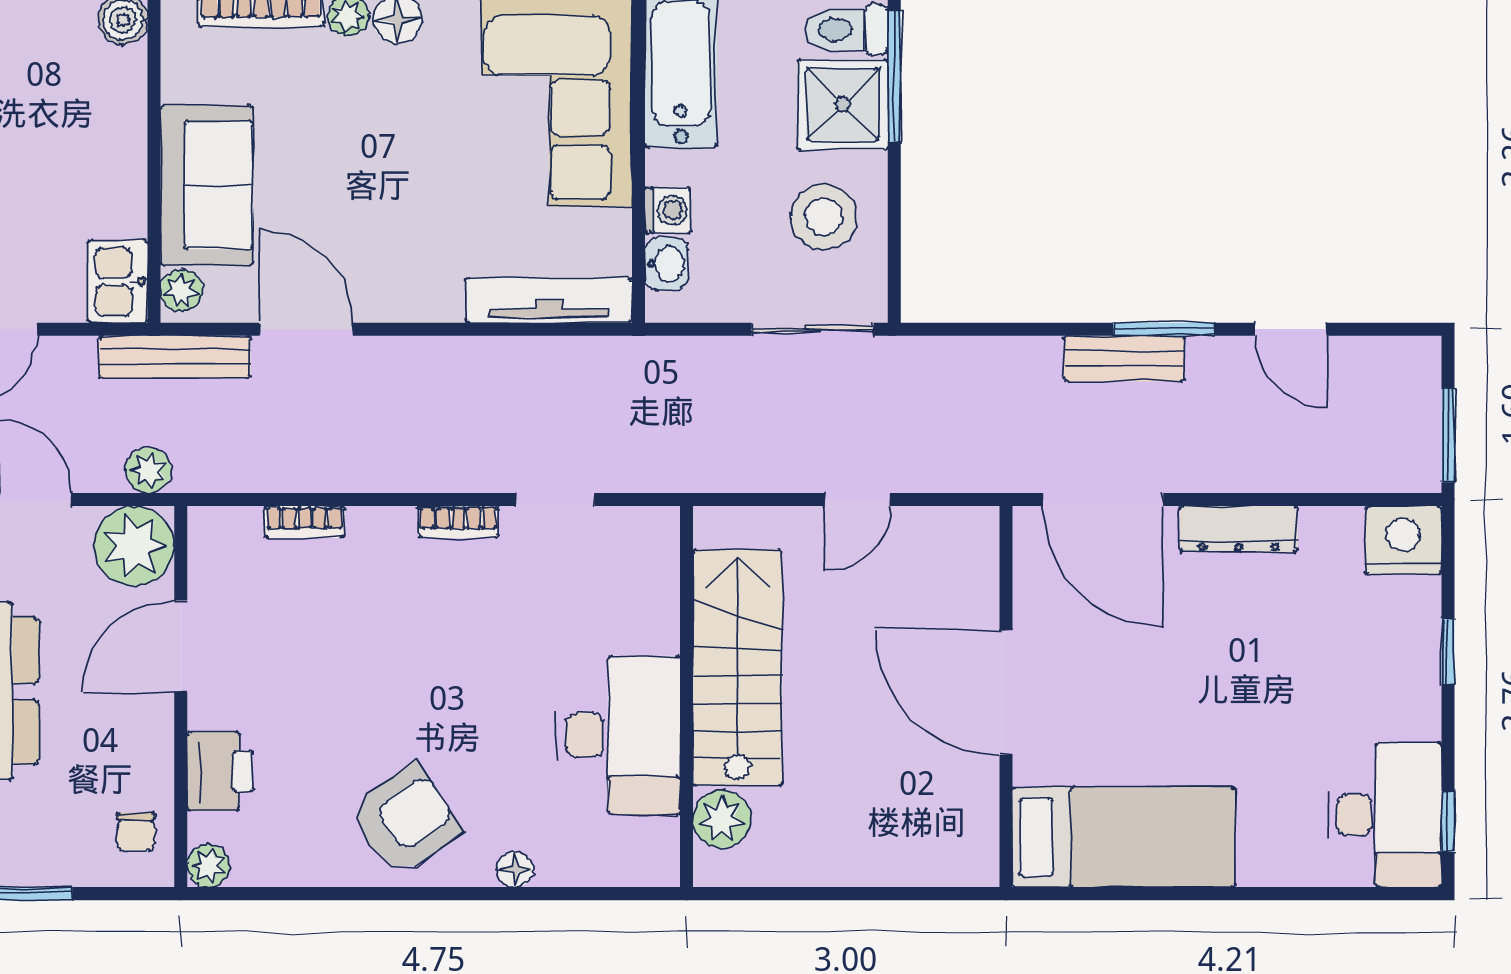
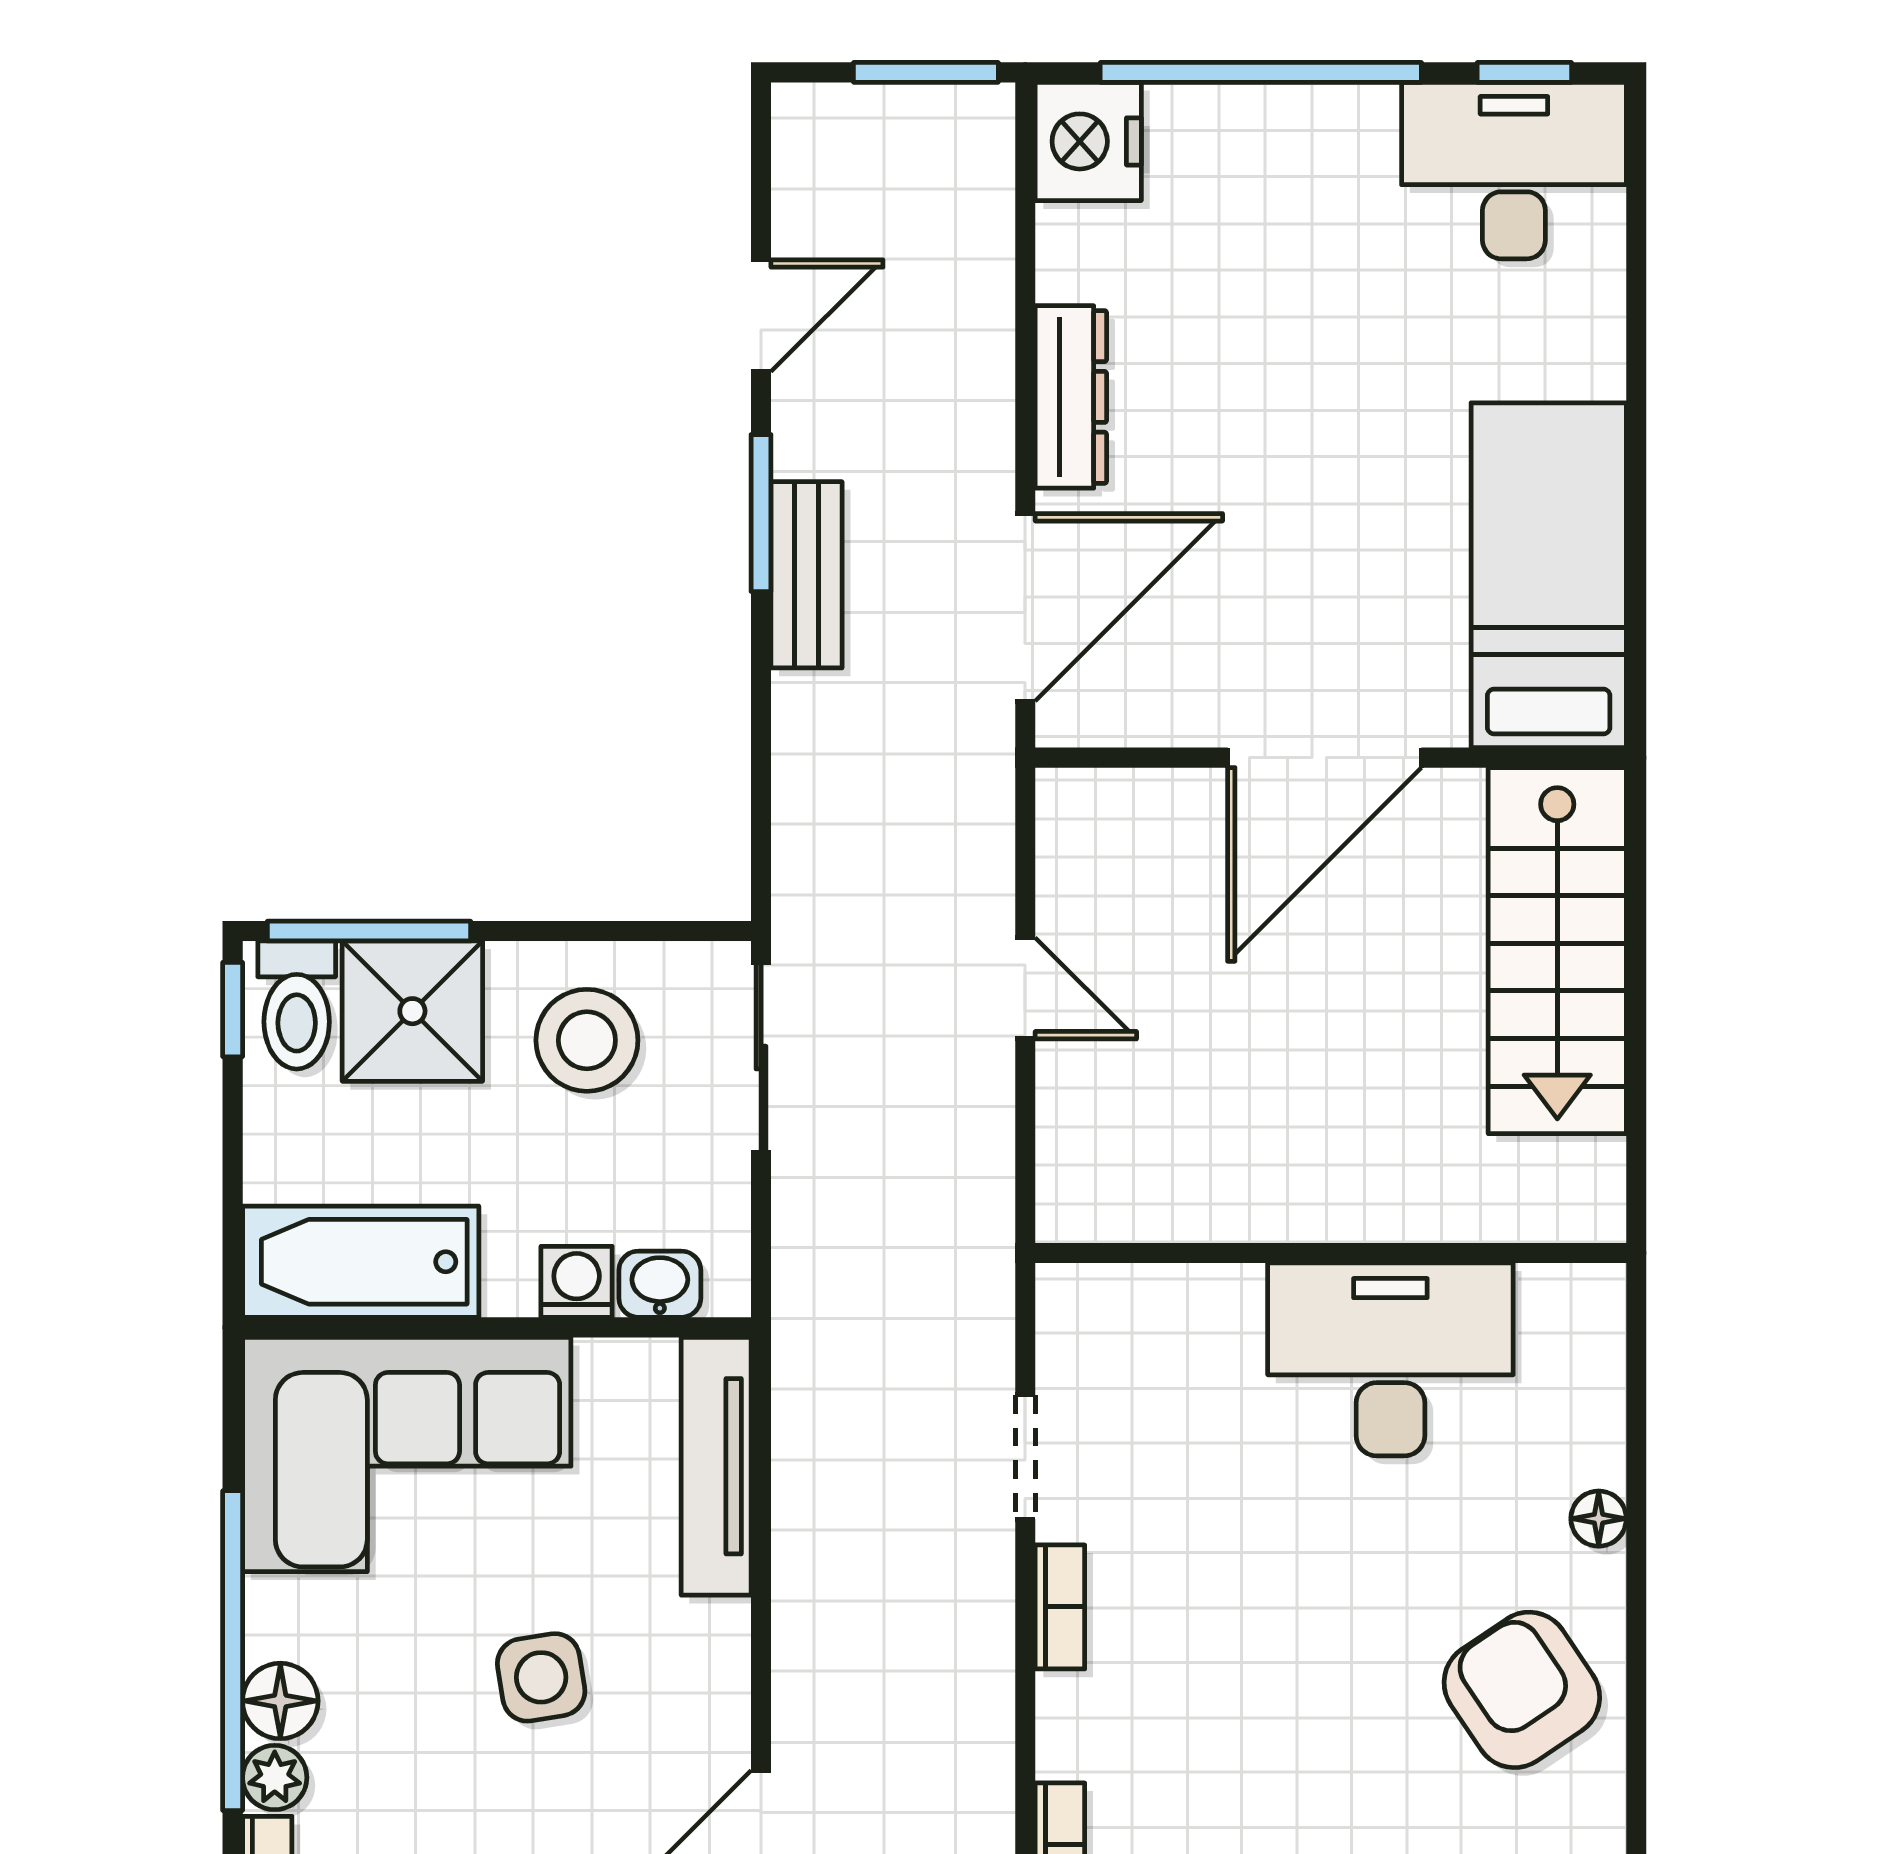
side table: (413, 187) -> (541, 1677), added
window: (1448, 651) -> (1261, 72), width x3.17
stairs: (737, 668) -> (1557, 951), moved, turned -90
plant: (722, 819) -> (1521, 1198), removed

